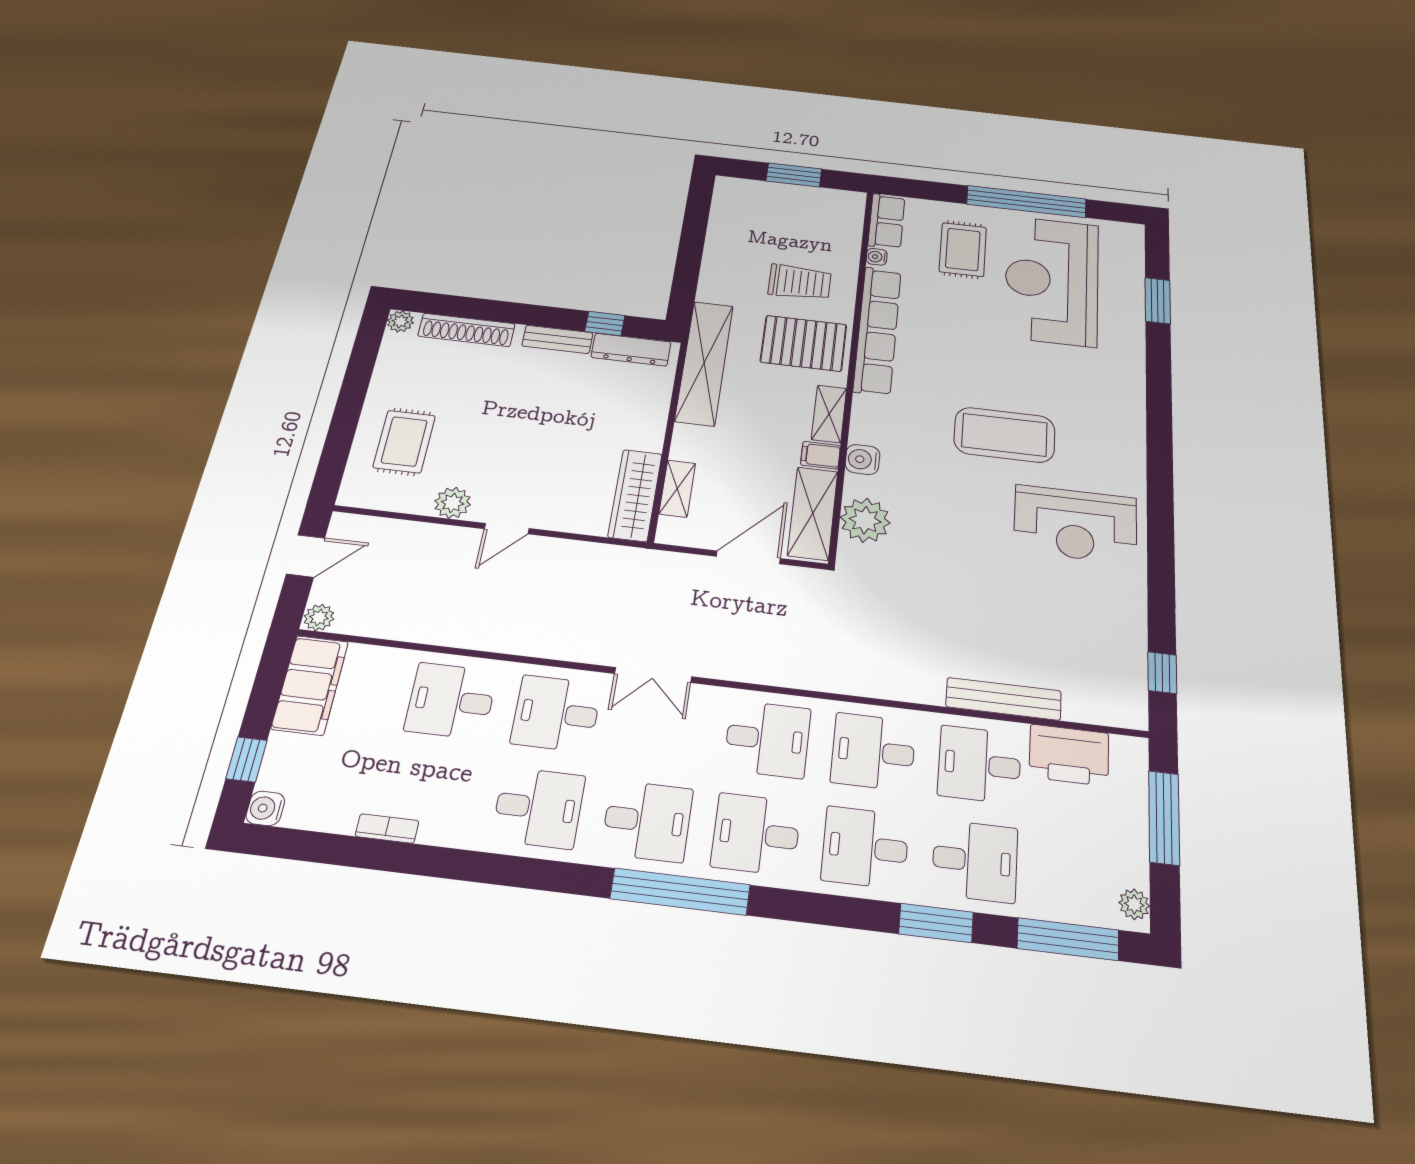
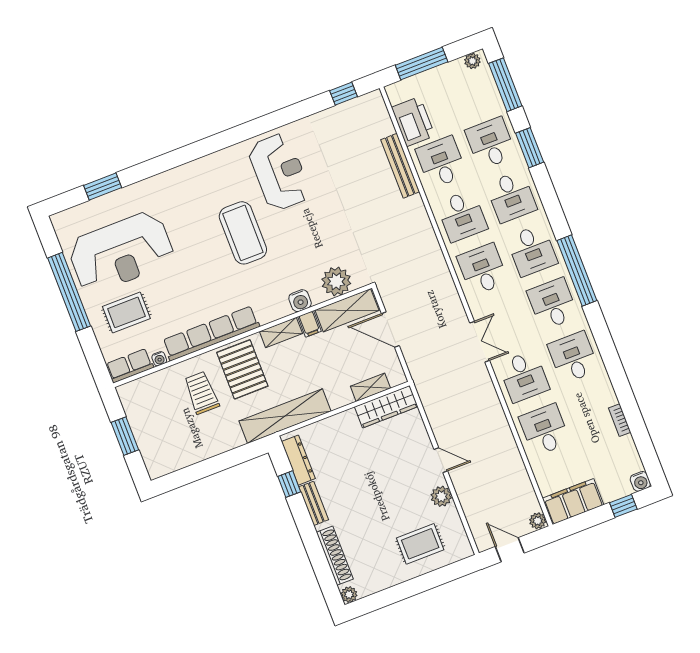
desk: (451, 701) -> (545, 430), turned 180
desk: (979, 765) -> (441, 162), turned 180

